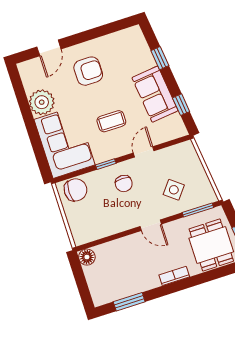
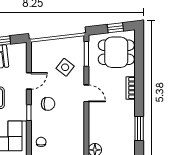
door: (144, 152) -> (29, 81), swing flipped
chair: (76, 190) -> (41, 142), width x0.54, depth x0.54
door: (151, 225) -> (86, 93), hinge flipped

